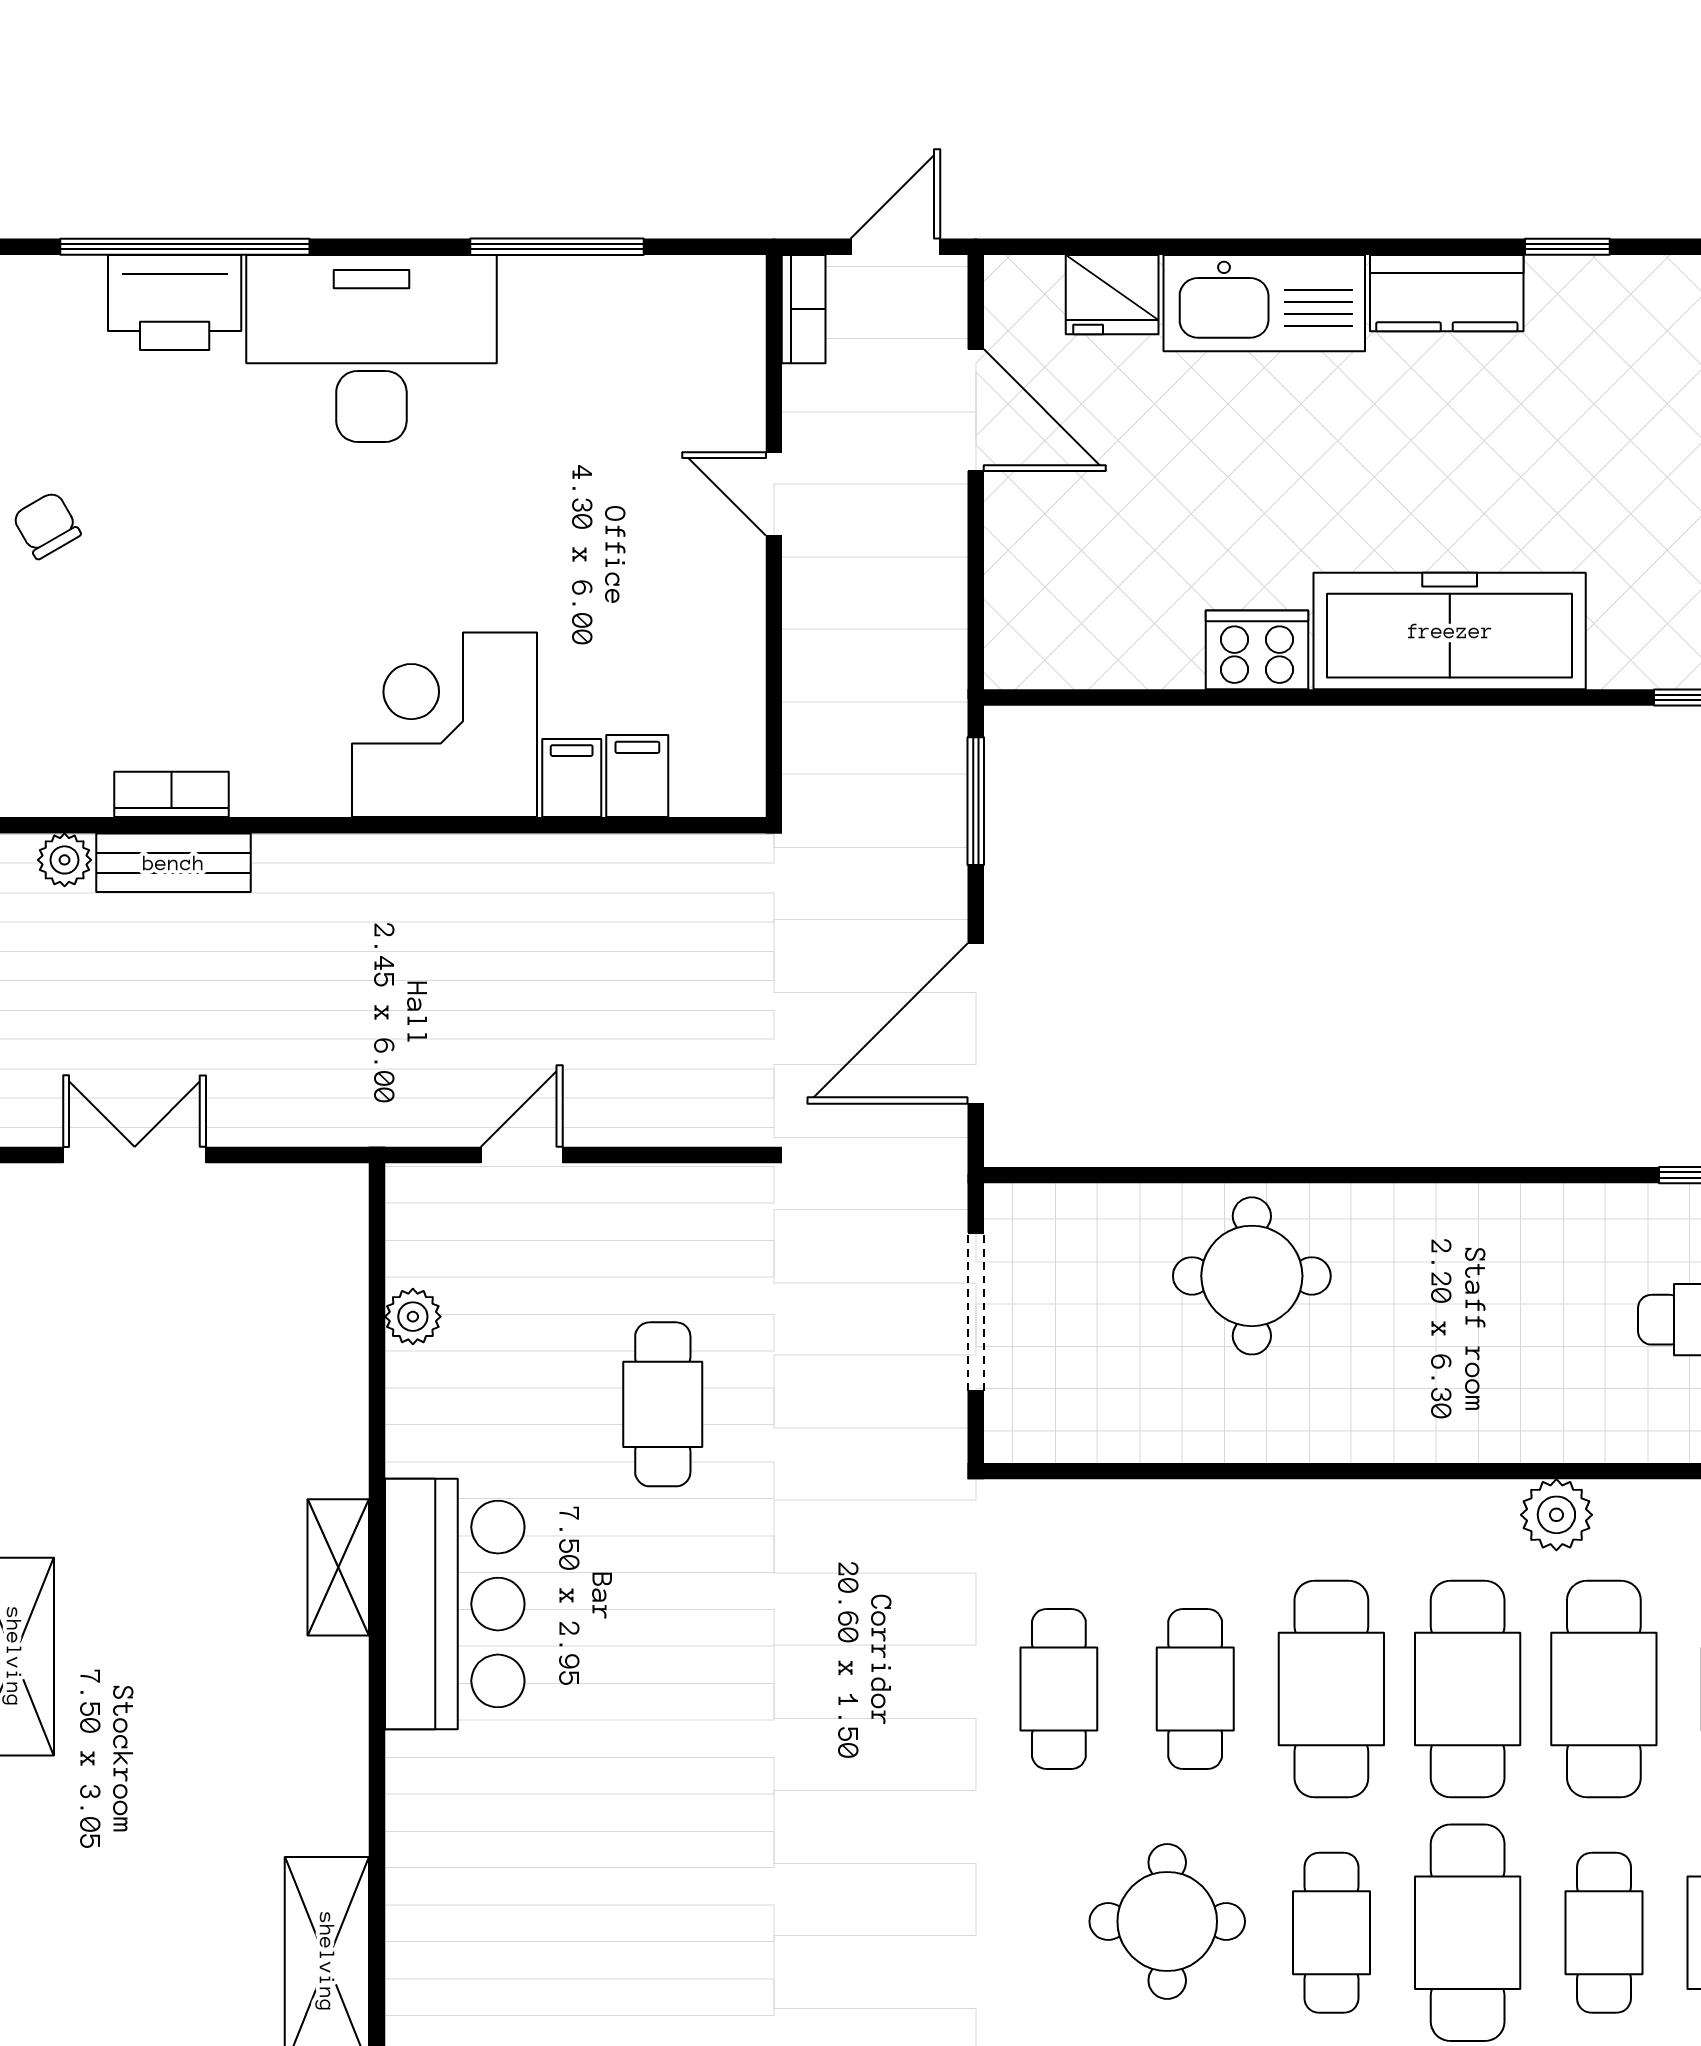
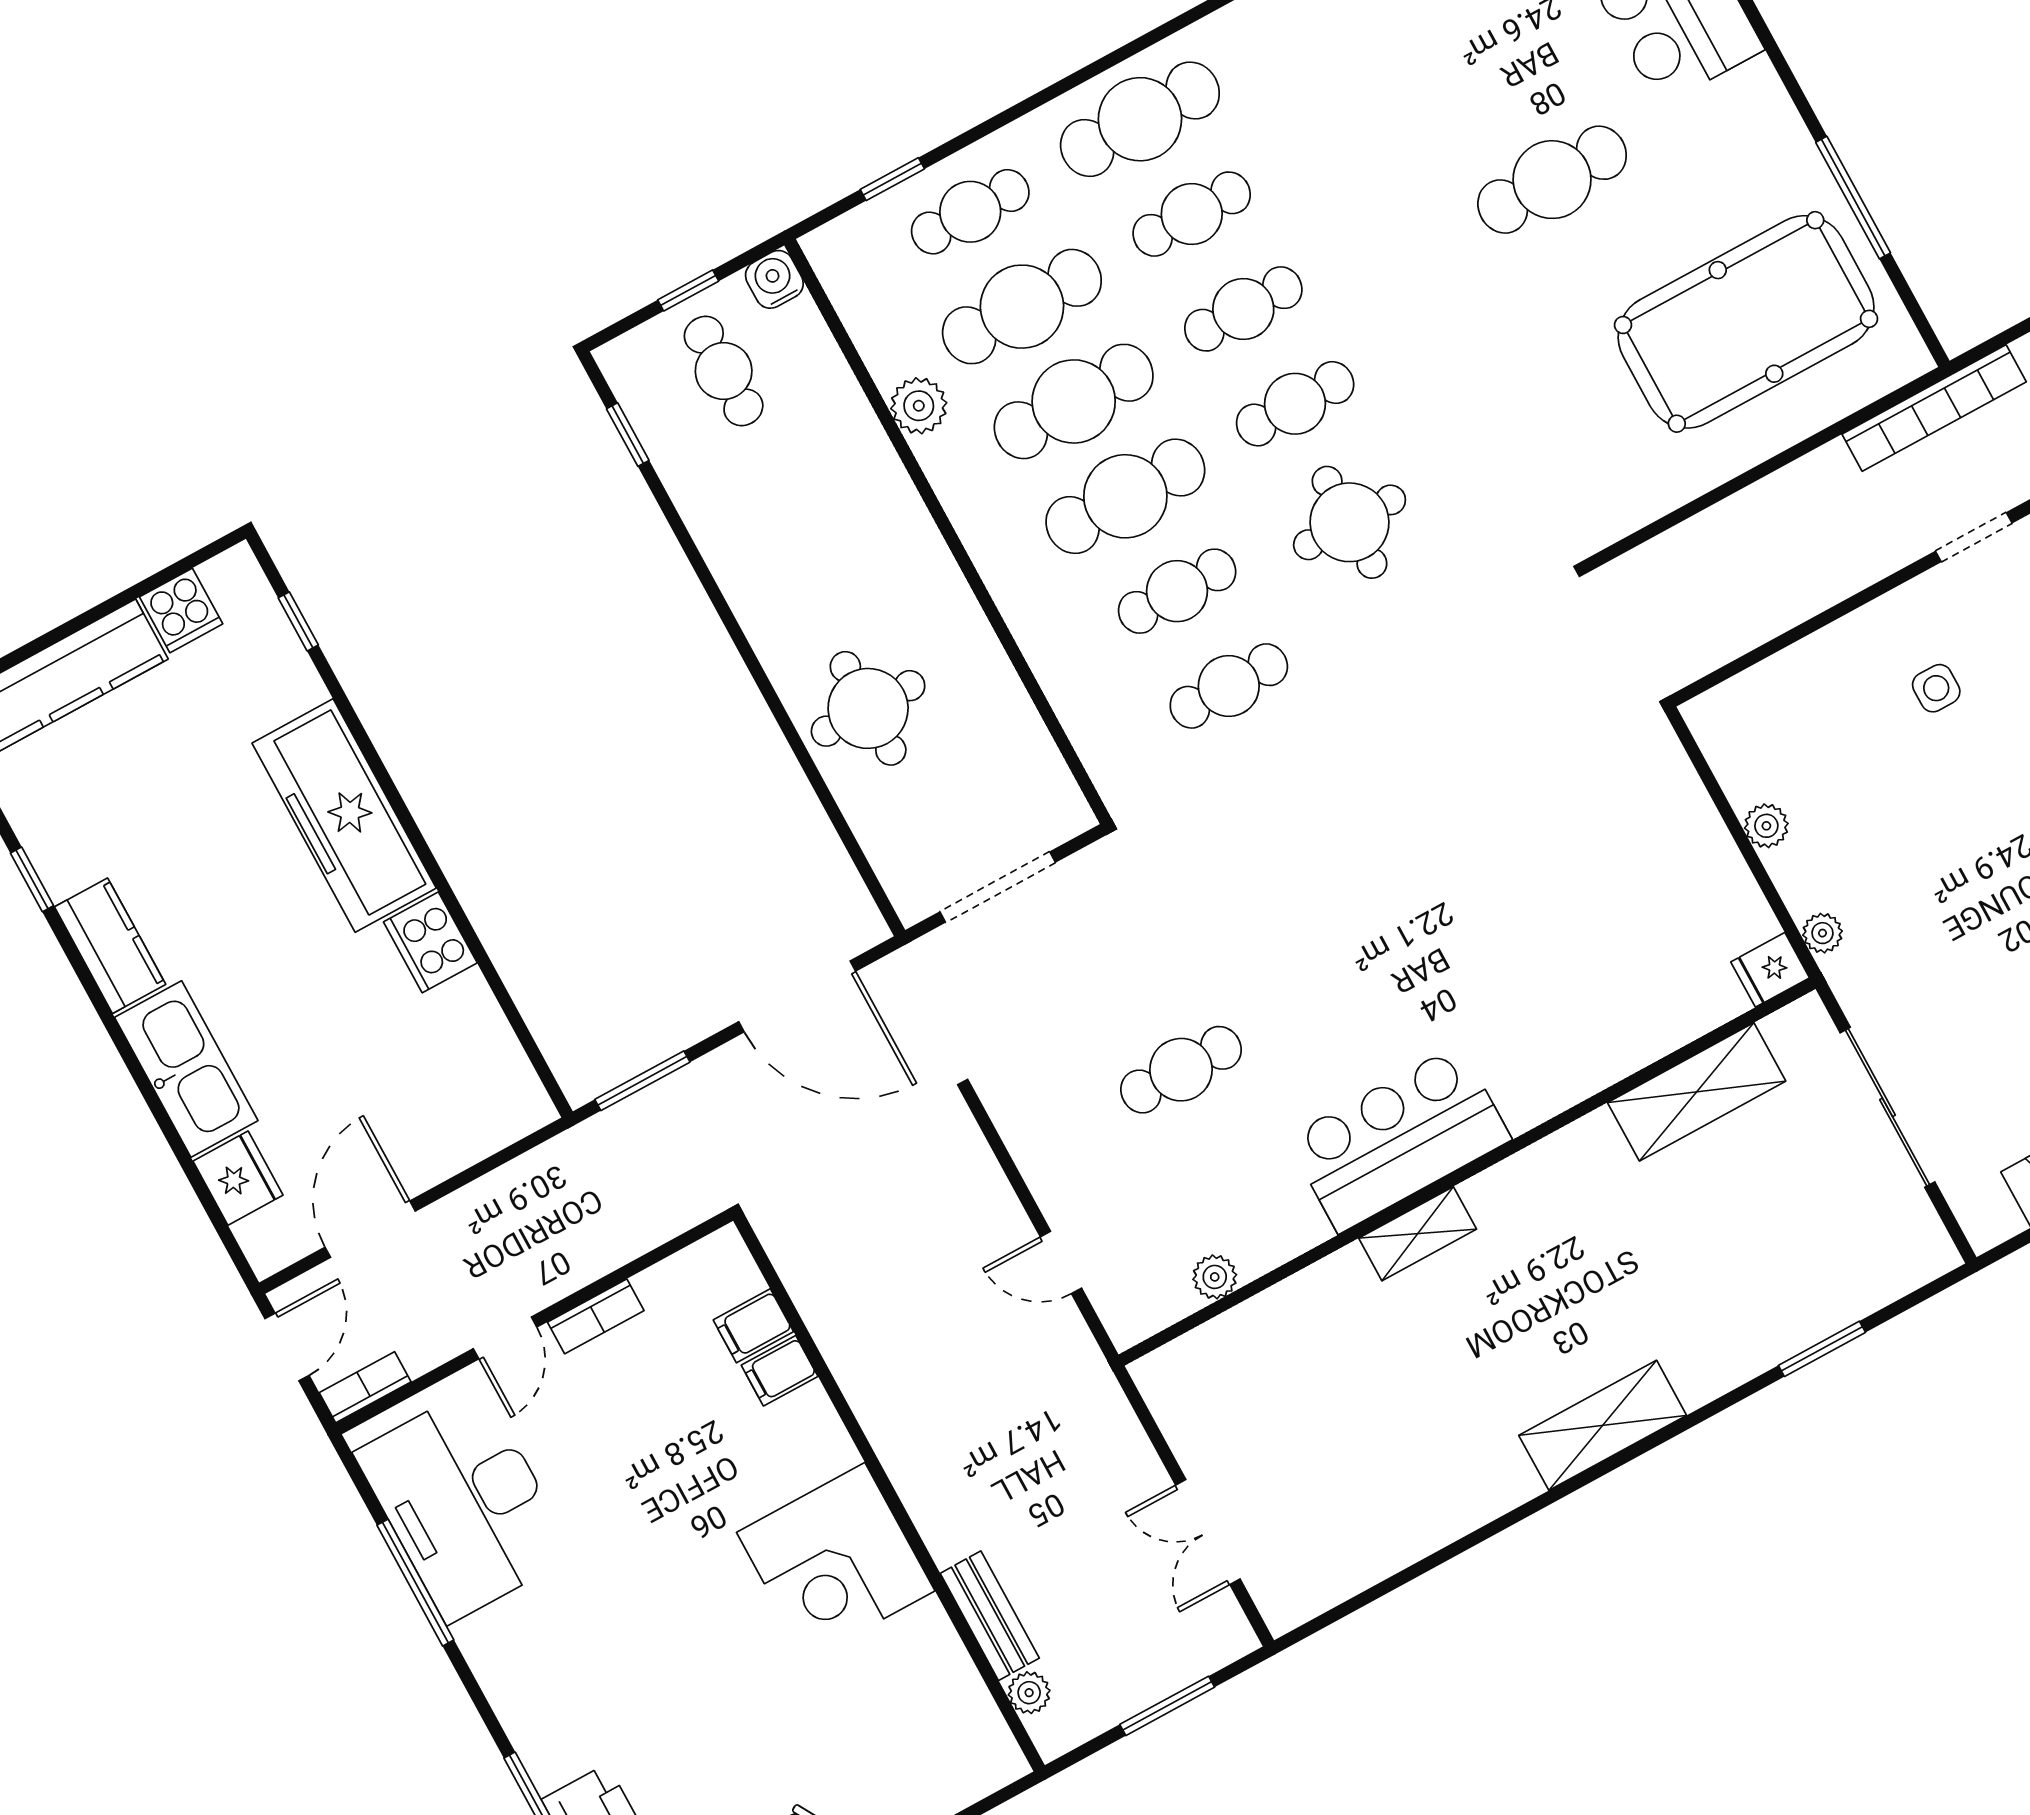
door: (895, 247) -> (287, 1347), swing flipped
desk: (371, 348) -> (464, 1504), moved
corner desk: (445, 725) -> (836, 1562), moved
bookcase: (172, 794) -> (596, 1316), moved, turned -90
cafe table: (1468, 1933) -> (1243, 309), width x0.73, depth x0.74

